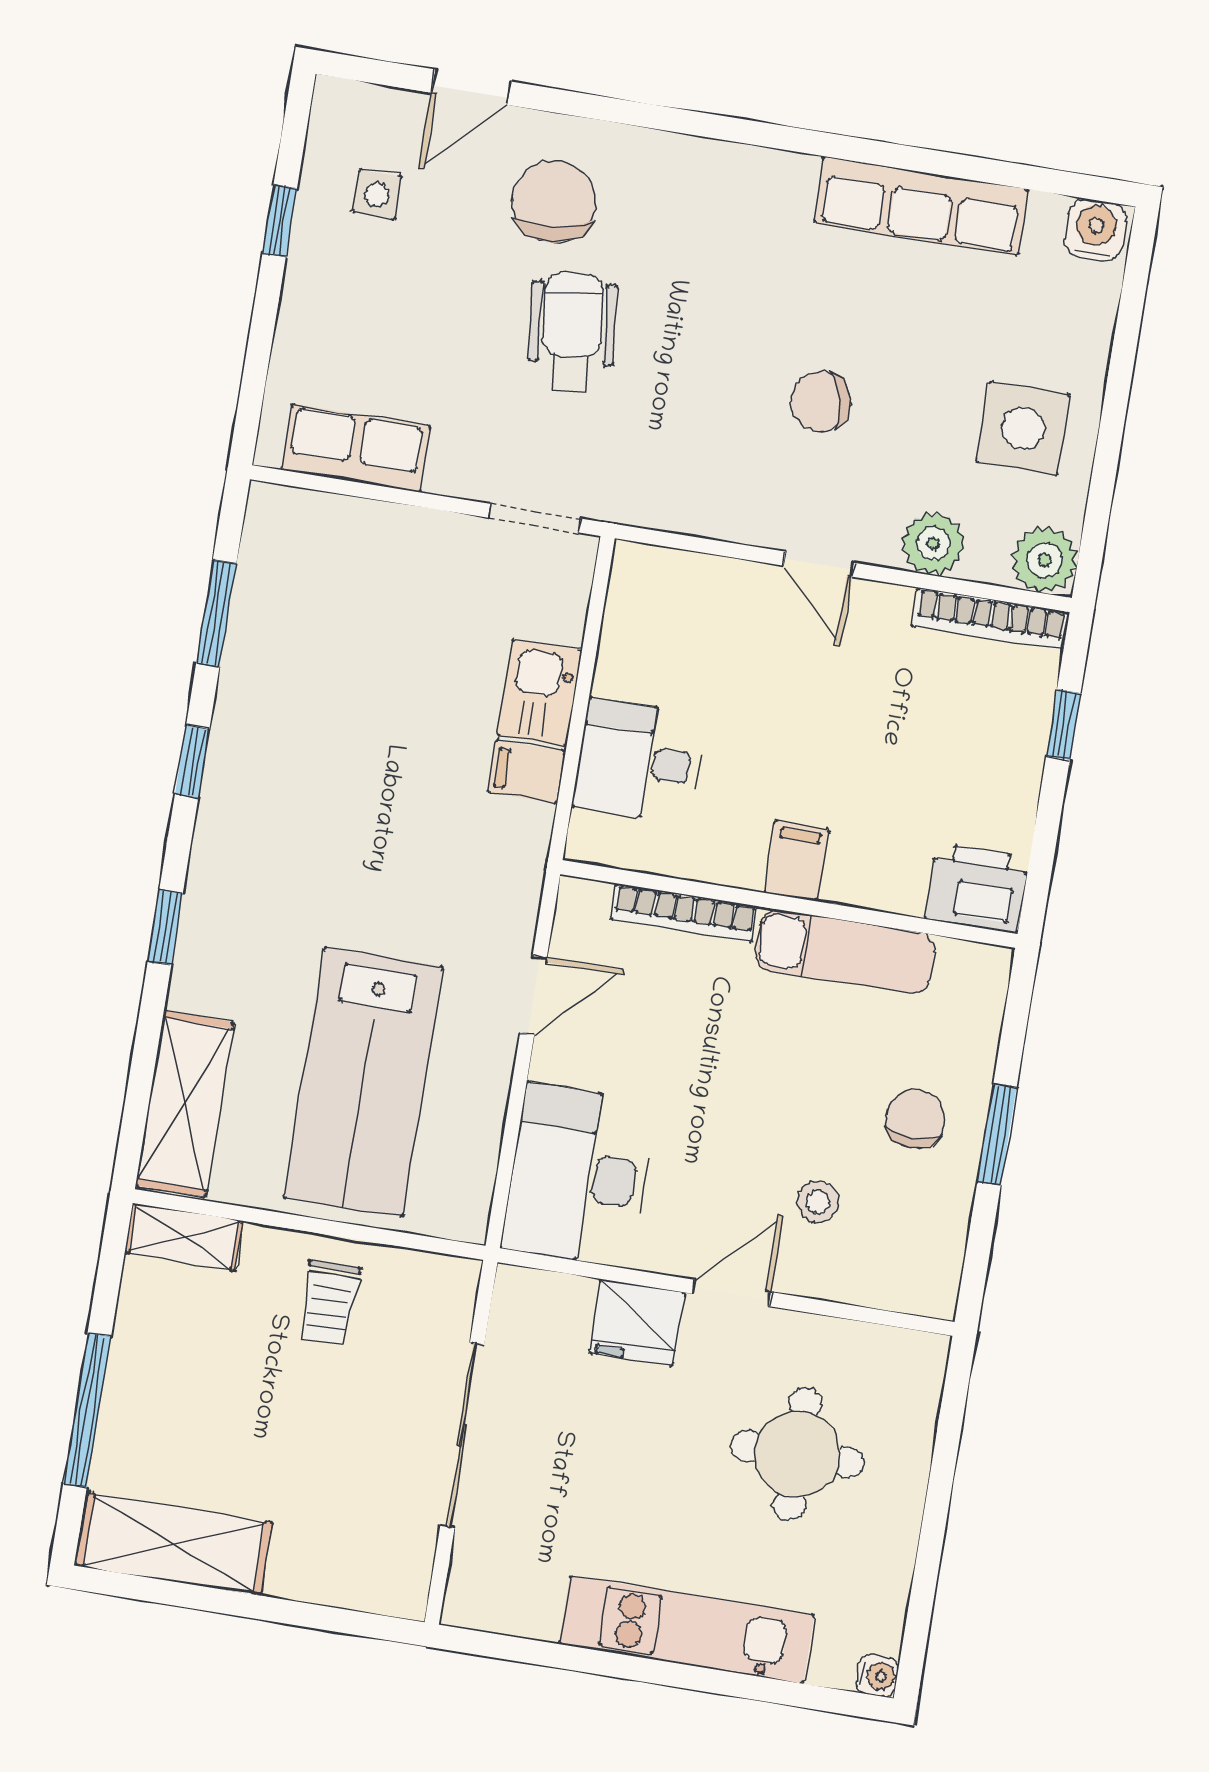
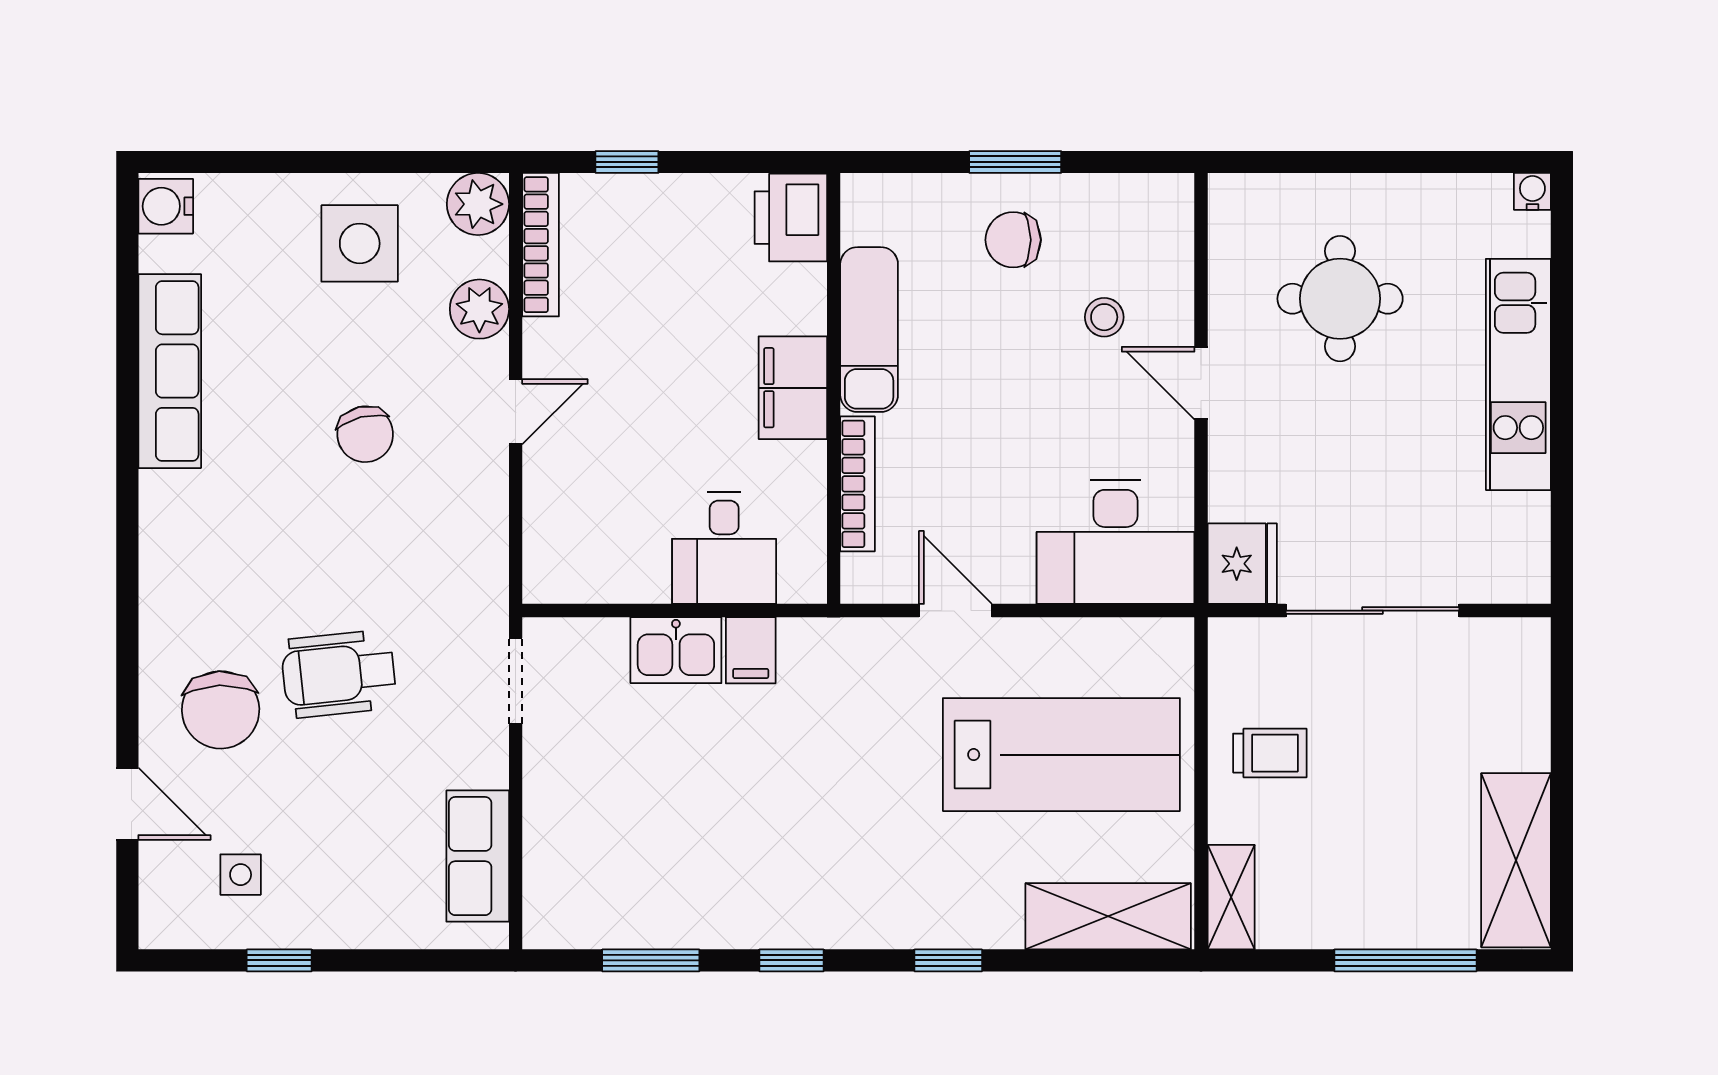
chair: (554, 202) -> (221, 710), turned -84
filing cabinet: (797, 861) -> (793, 388), width x2.00
fridge: (637, 1322) -> (1242, 564), moved

